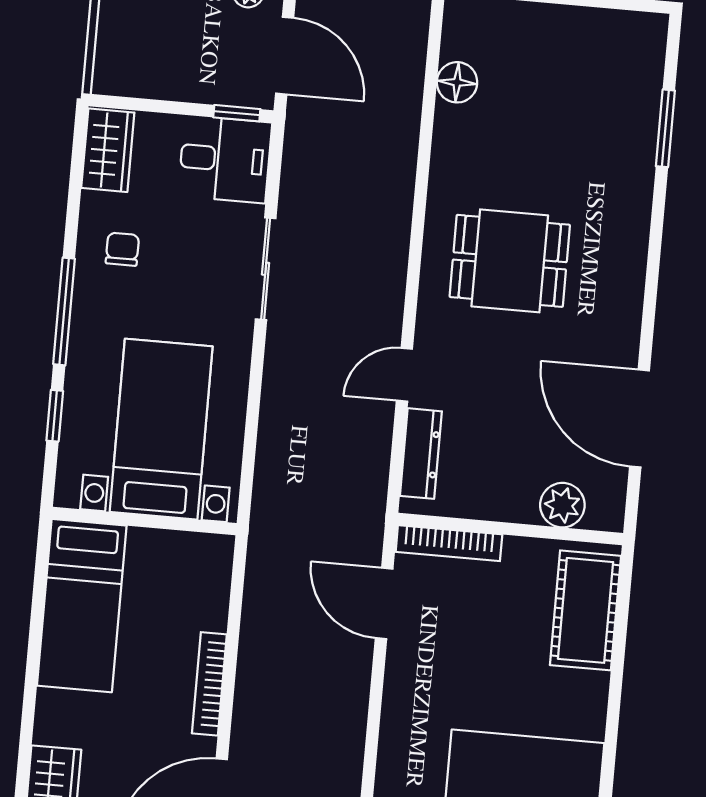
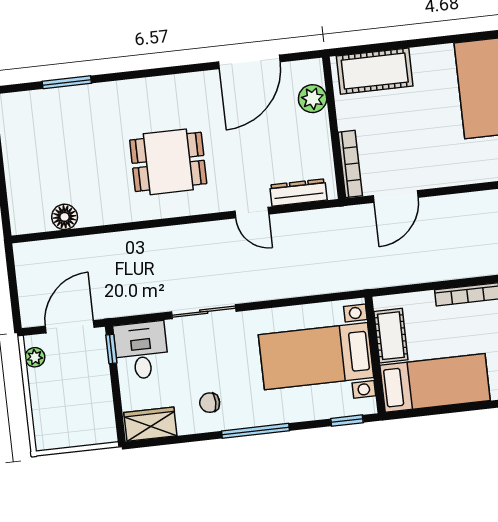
dining table: (510, 261) -> (168, 162), turned 90
window: (55, 416) -> (347, 421), moved
cot: (169, 552) -> (391, 336), added

